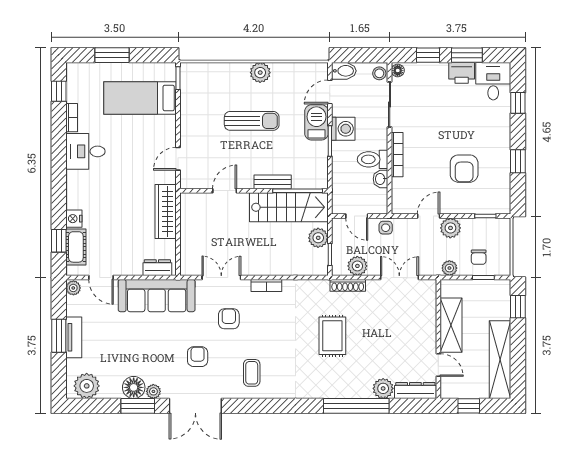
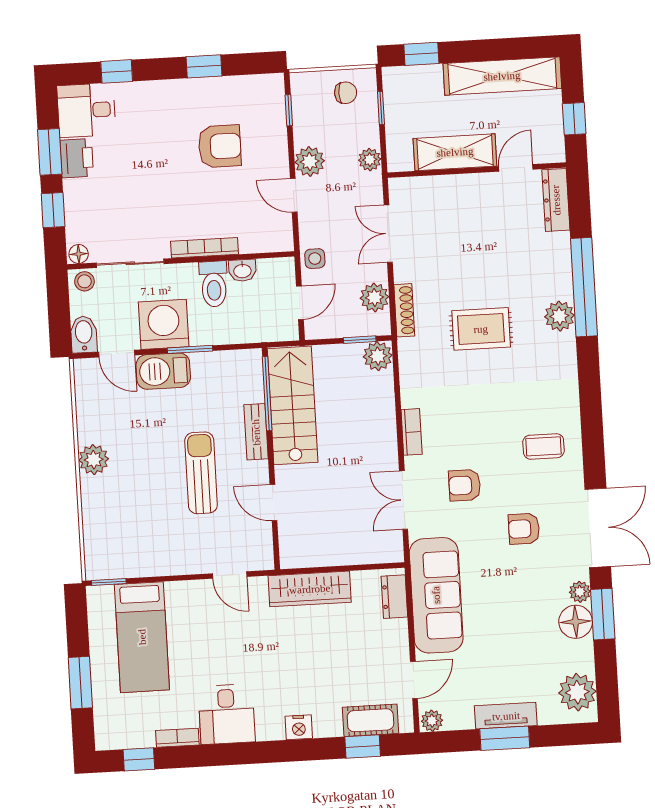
sun lounger: (252, 121) -> (201, 473), moved
washing machine: (343, 129) -> (164, 324), width x1.37, depth x1.37
nightstand: (74, 219) -> (299, 727), moved
plant: (318, 238) -> (378, 356), moved
chair: (479, 257) -> (346, 93), moved
plant: (383, 388) -> (559, 316), moved

